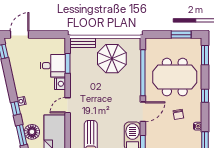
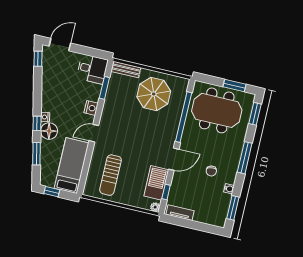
desk: (53, 66) -> (92, 69), moved
meeting table: (175, 77) -> (217, 110), moved
window: (205, 96) -> (245, 158), width x2.17
floor lamp: (32, 132) -> (49, 131), moved

